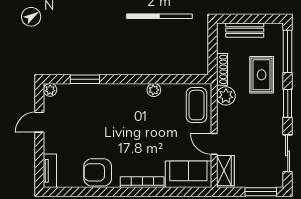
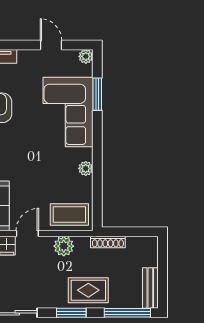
bench: (245, 30) -> (150, 288), moved
rug: (262, 75) -> (88, 290), moved
plant: (226, 96) -> (64, 246), moved
corner sofa: (102, 106) -> (68, 112), added

